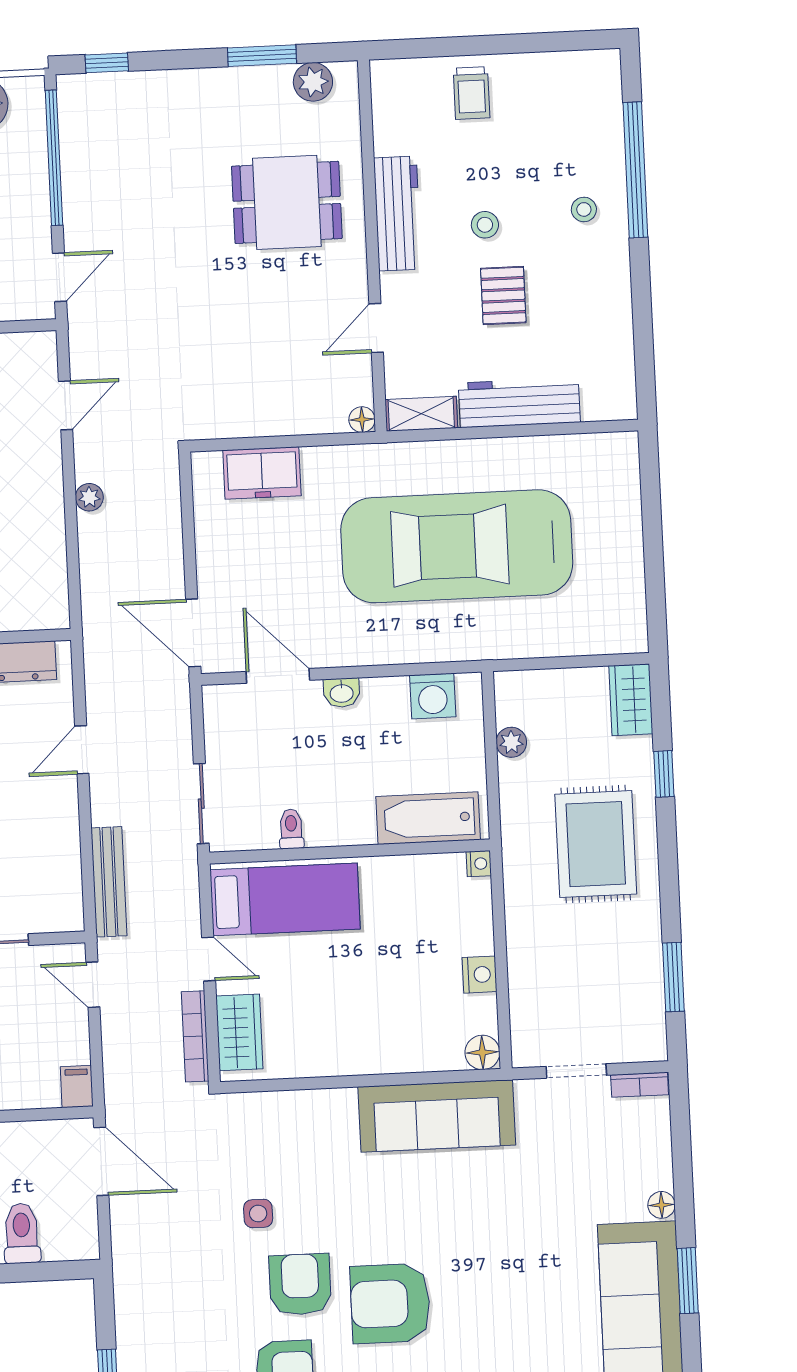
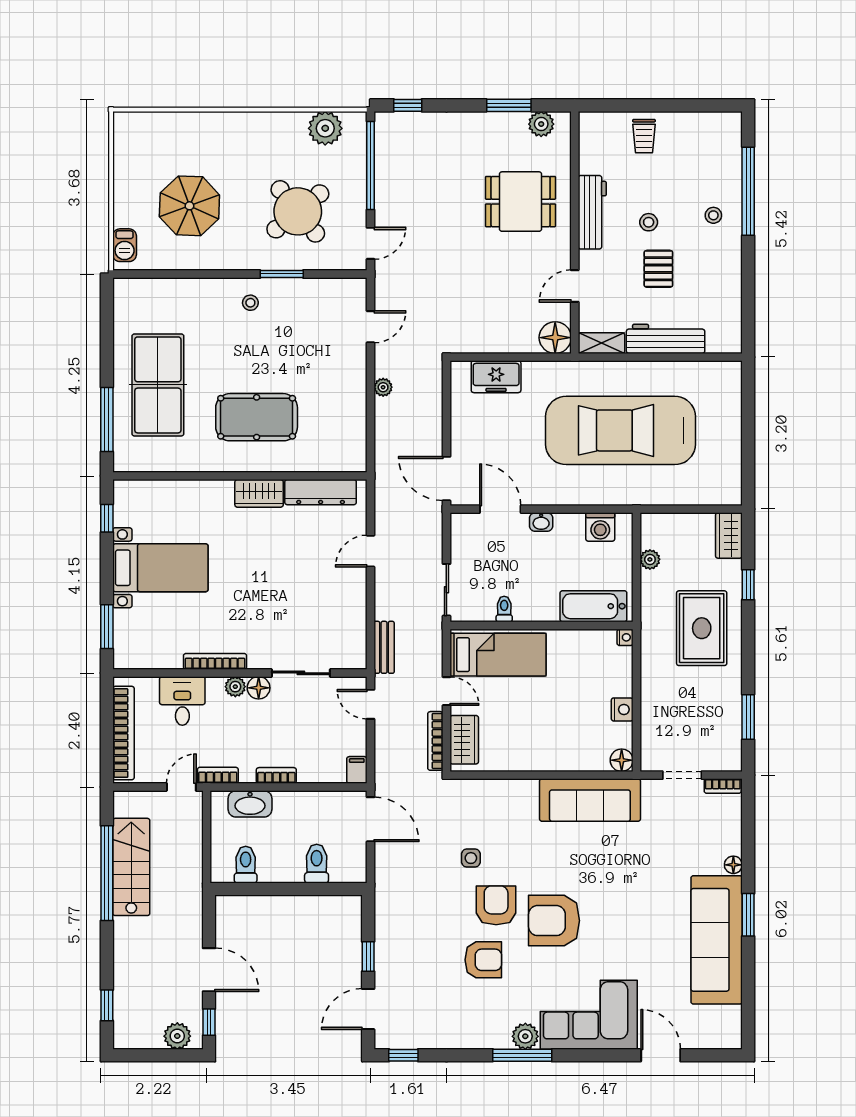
floor lamp: (362, 420) -> (555, 338), width x1.89, depth x1.89
bench: (109, 882) -> (384, 647), width x0.73

